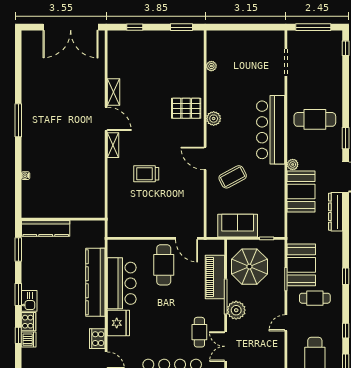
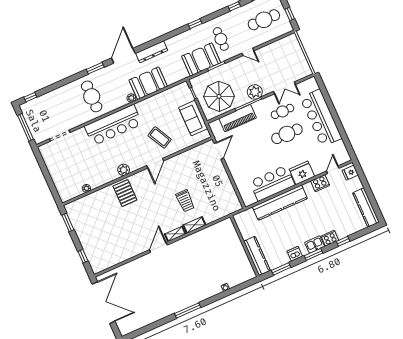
shelving: (114, 92) -> (194, 225), moved
cafe table: (164, 265) -> (287, 134), moved
dishwasher: (29, 340) -> (295, 254), moved

